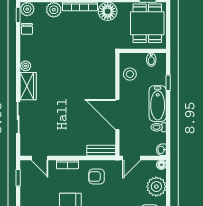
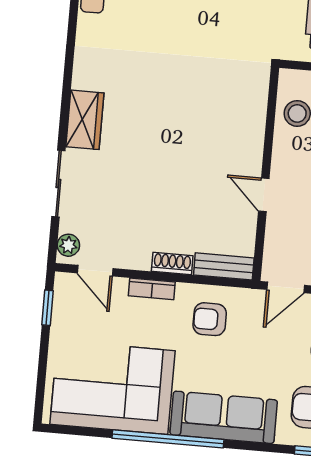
plant: (26, 66) -> (68, 245), moved
door: (117, 115) -> (264, 195), width x0.53
shoe rack: (76, 151) -> (172, 263), added

